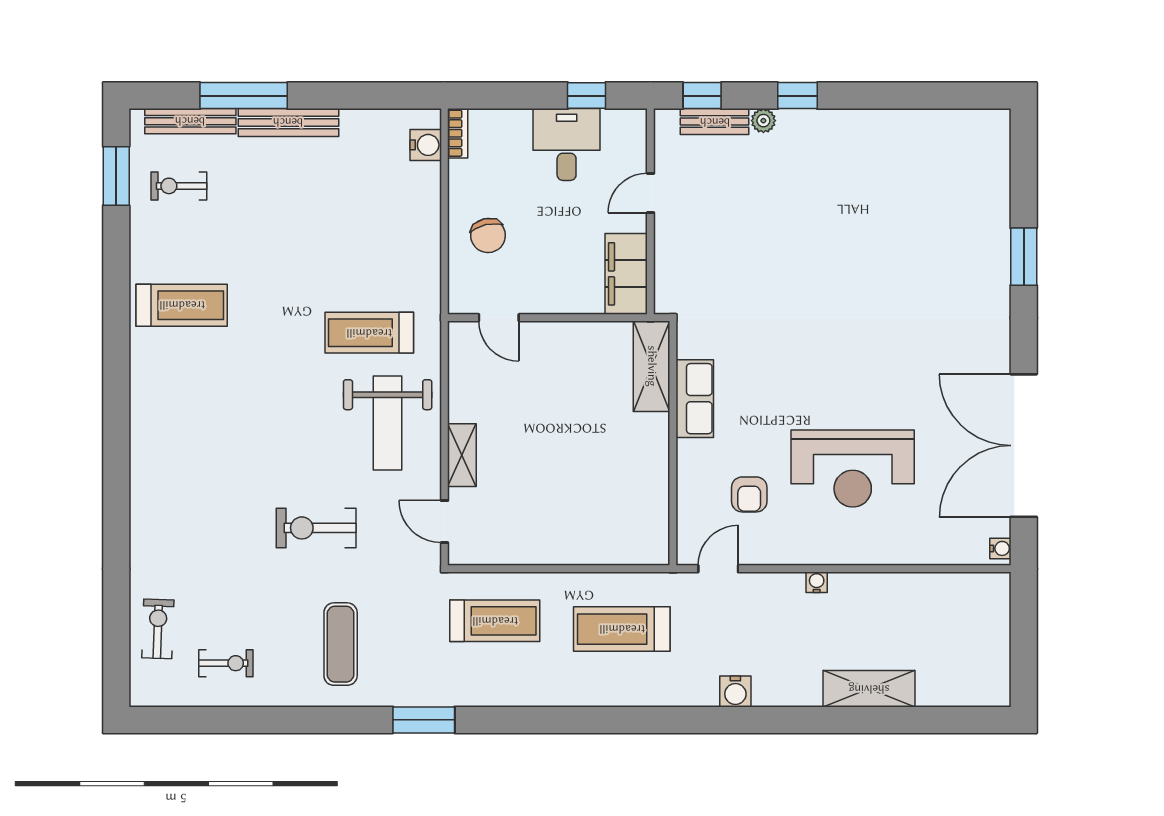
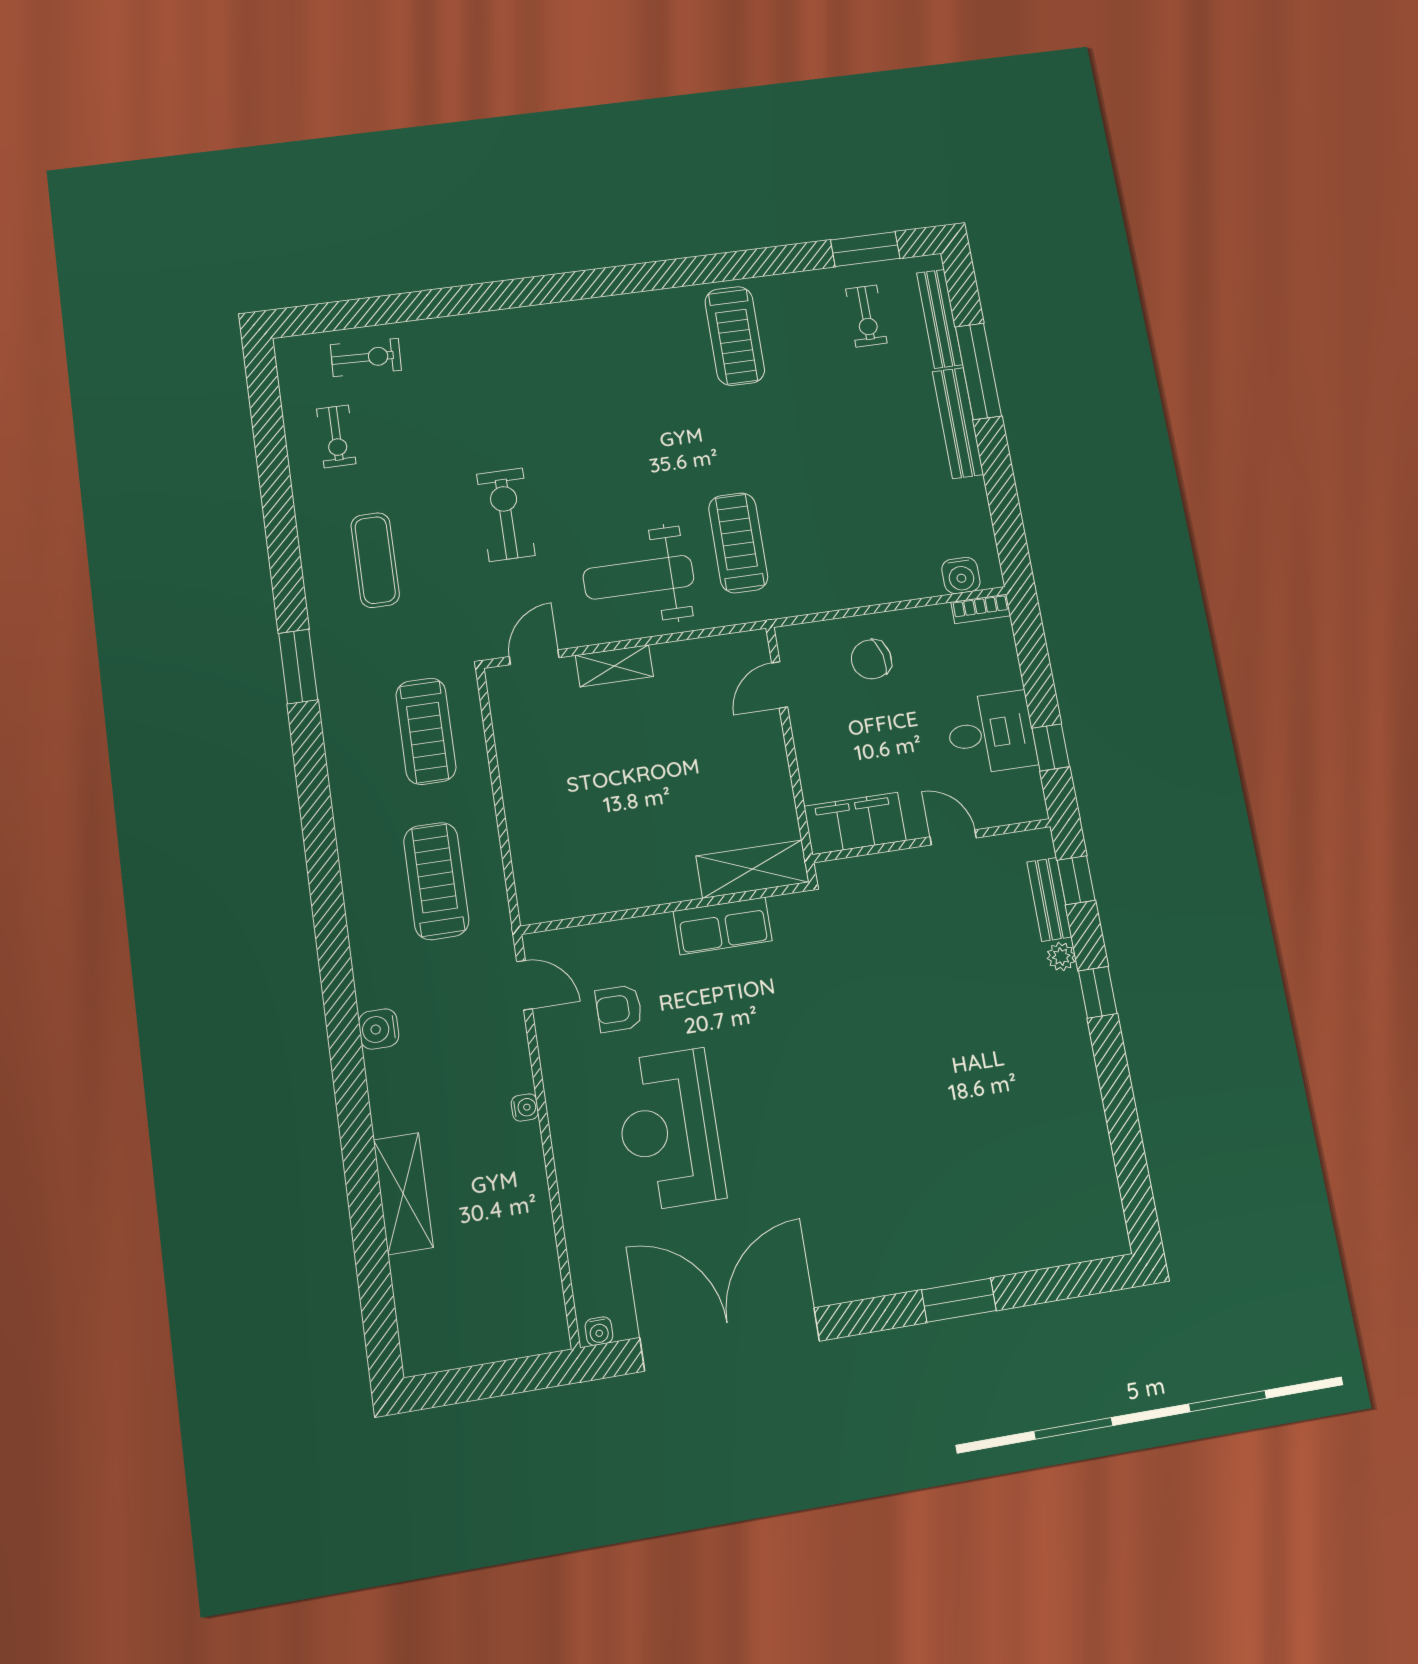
exercise bike: (179, 186) -> (866, 316), turned 180
exercise mat: (341, 644) -> (375, 560), turned 90

